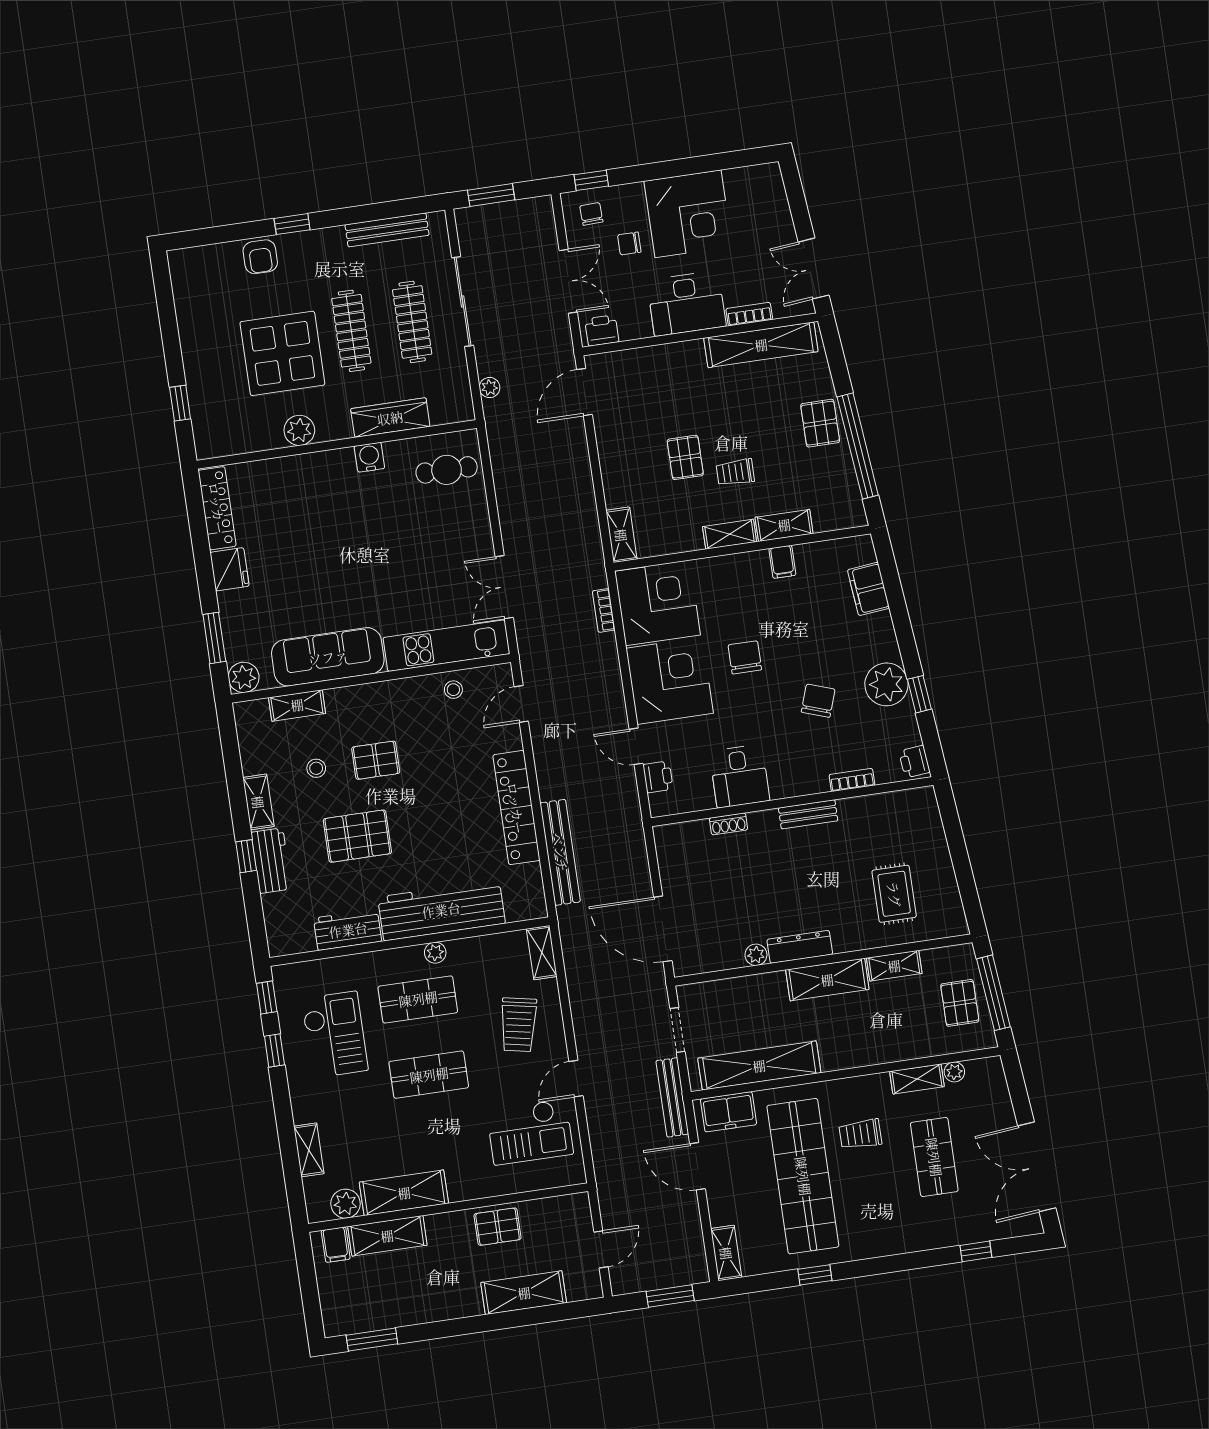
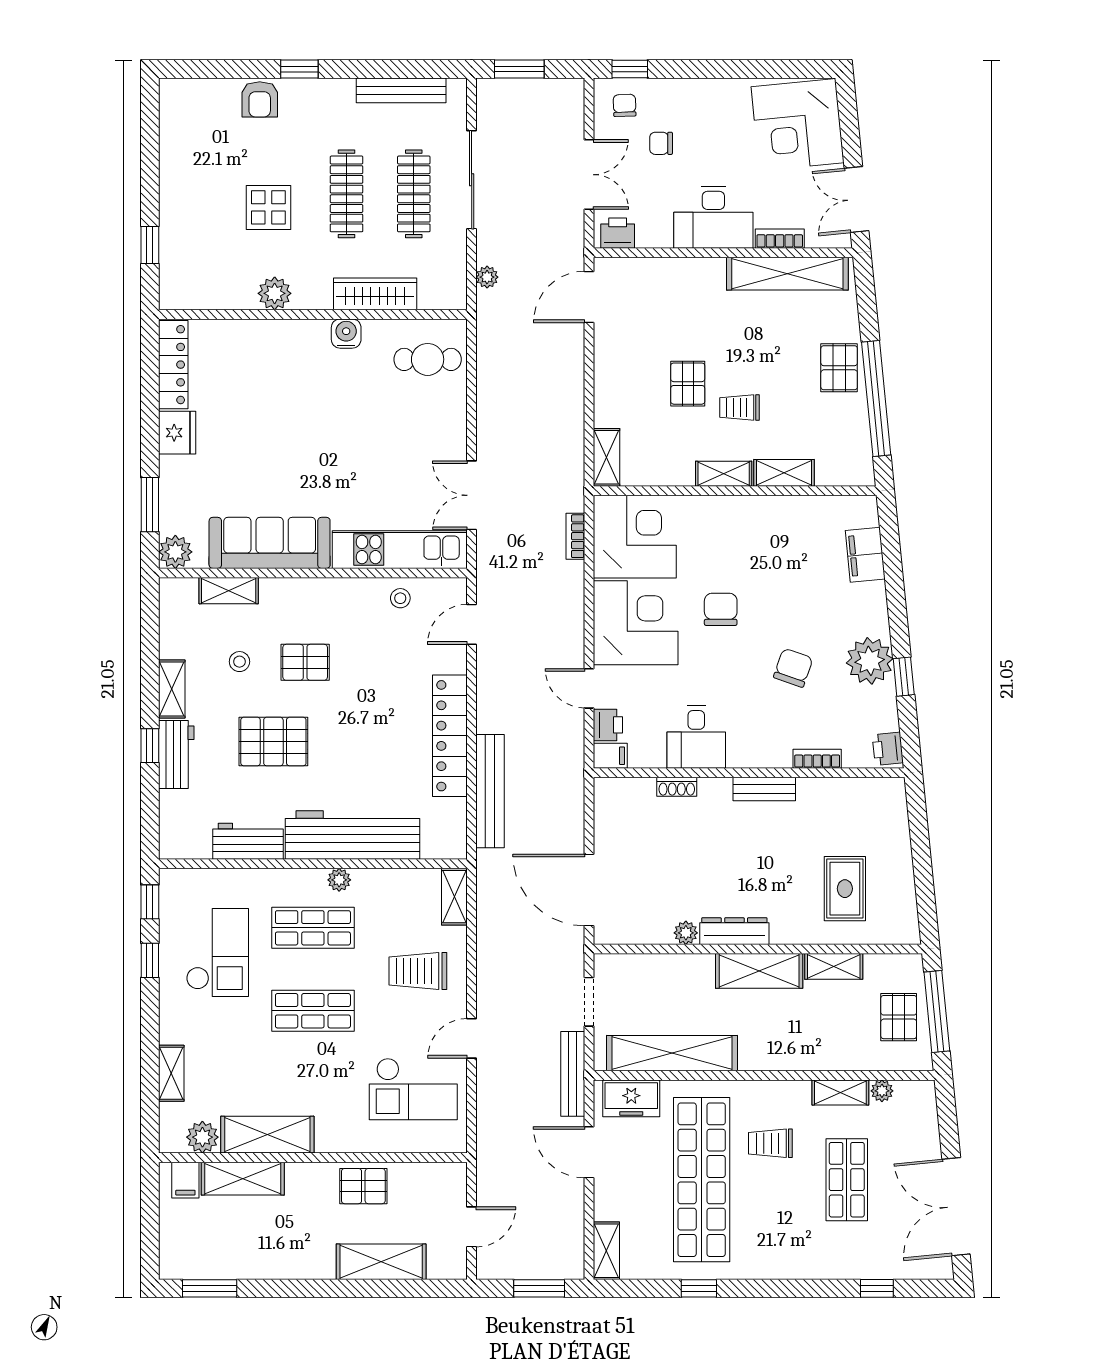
corner desk: (688, 214) -> (798, 125), moved, turned 84
display table: (282, 353) -> (268, 207), width x0.54, depth x0.54
filing cabinet: (782, 562) -> (610, 756), moved, turned -90
trolley: (518, 1025) -> (418, 971), turned 79

